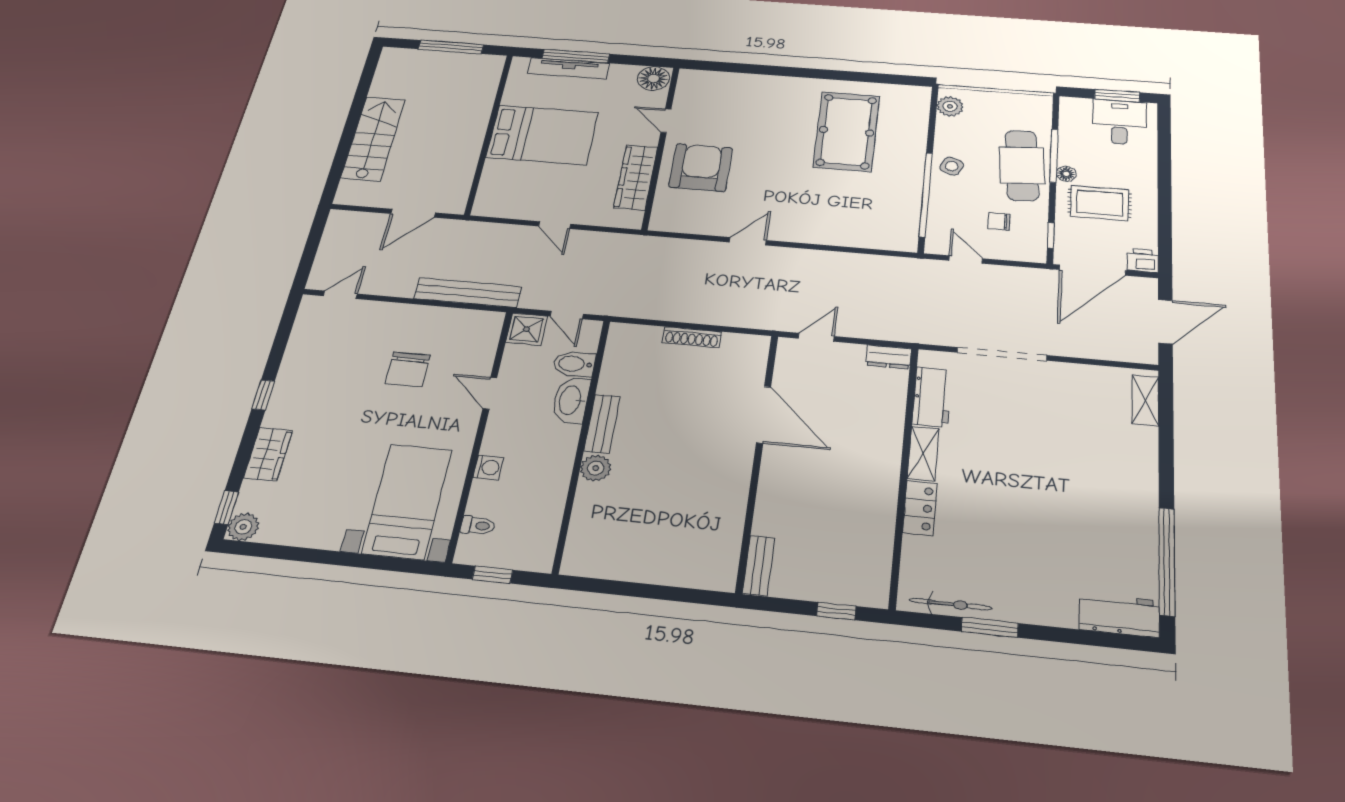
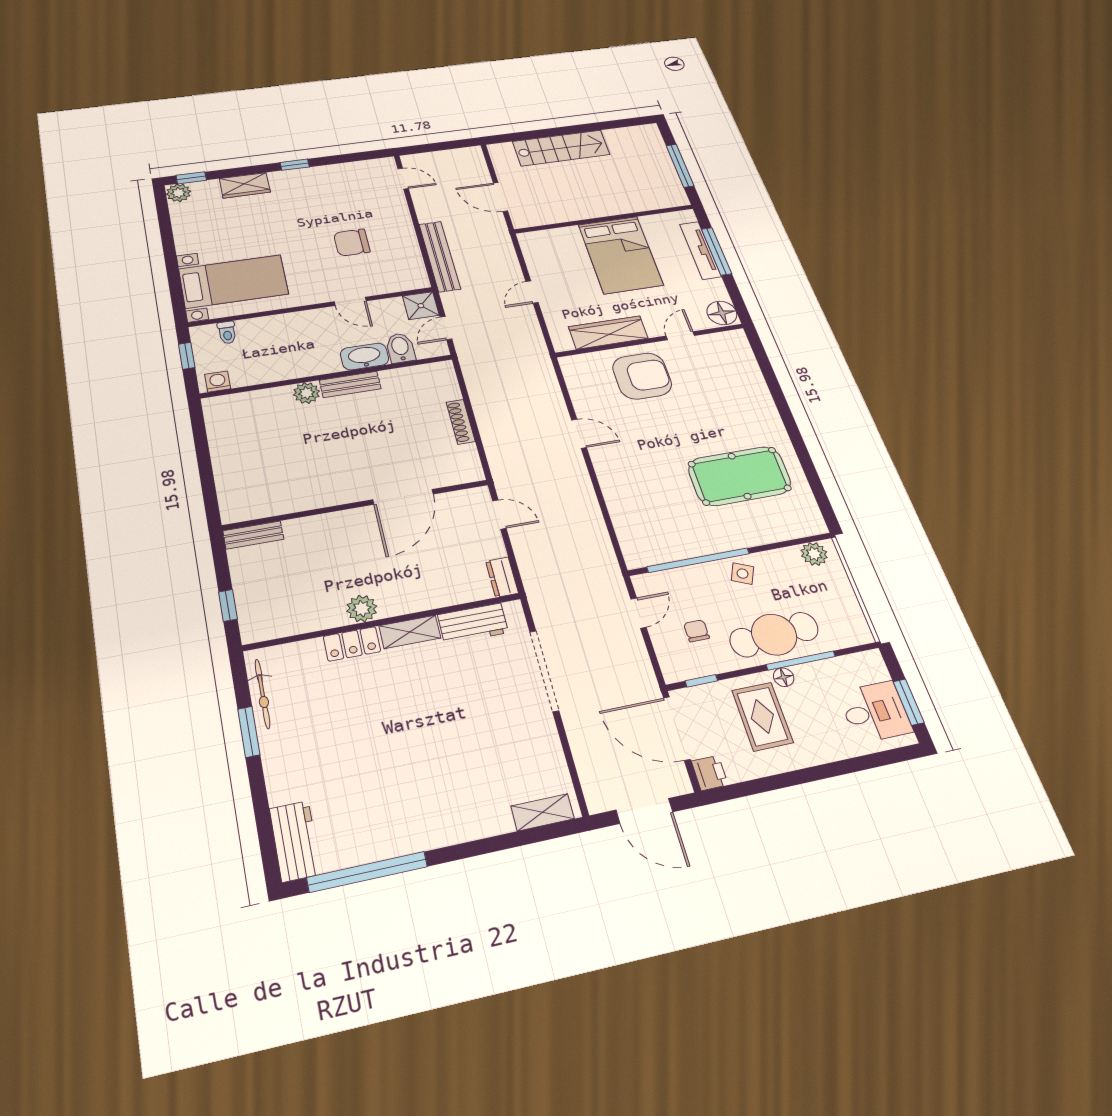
door: (490, 393) -> (350, 301), swing flipped
washing machine: (488, 467) -> (218, 381), moved, turned 180
plant: (882, 488) -> (362, 609), added

